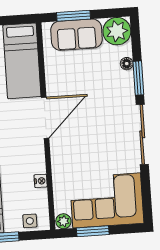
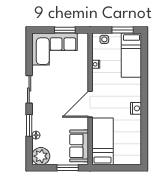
sofa: (76, 35) -> (79, 146), moved, turned -90
sliding door: (142, 134) -> (29, 89), width x0.73
plant: (63, 221) -> (83, 38), removed

